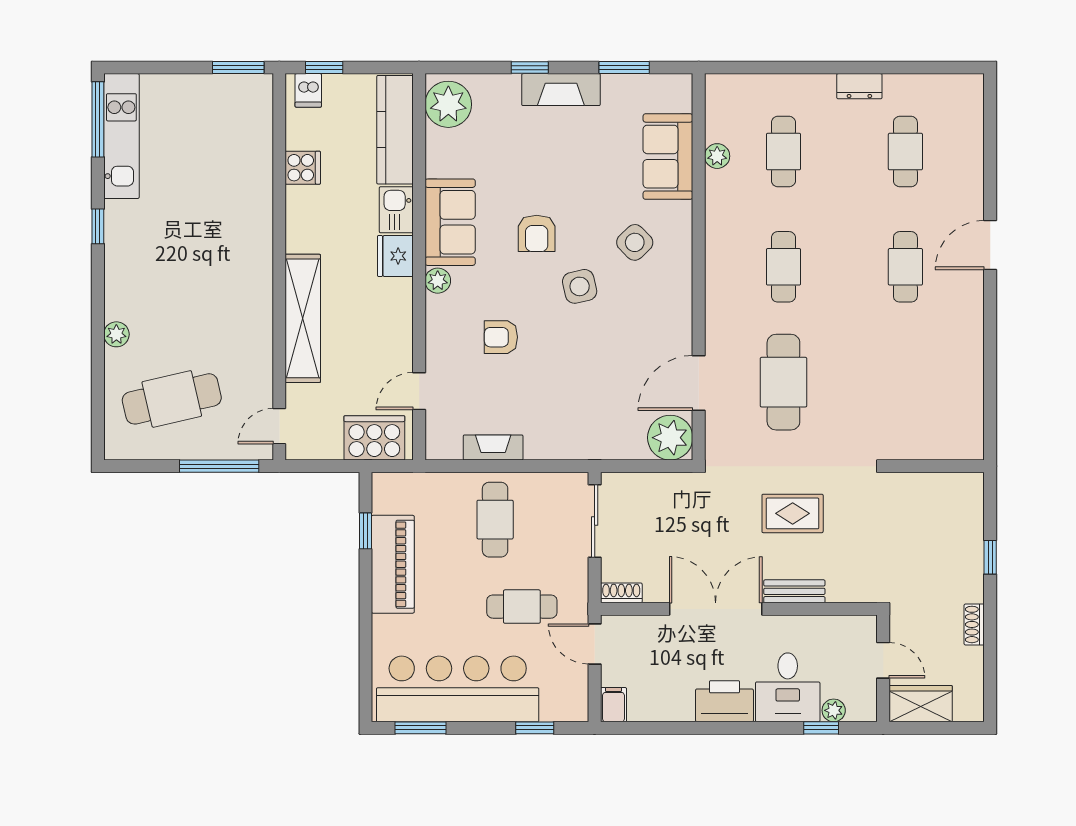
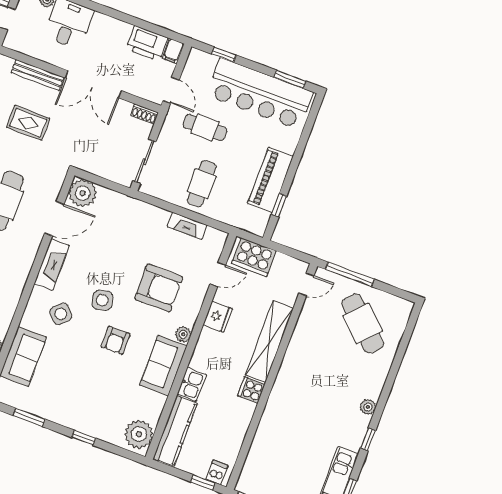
fireplace: (561, 90) -> (52, 265), moved, turned 90
cooker: (303, 168) -> (251, 390), moved
armchair: (537, 233) -> (116, 340), turned 180
fridge: (395, 256) -> (218, 317), moved
plant: (116, 334) -> (368, 407), moved
armchair: (501, 337) -> (159, 288), width x1.88, depth x1.88
cafe table: (172, 399) -> (363, 323), turned 56
bench: (794, 591) -> (38, 75), width x1.36
printer: (724, 701) -> (147, 43), moved

